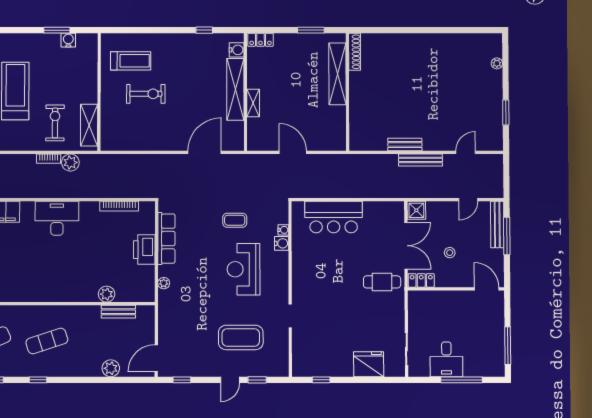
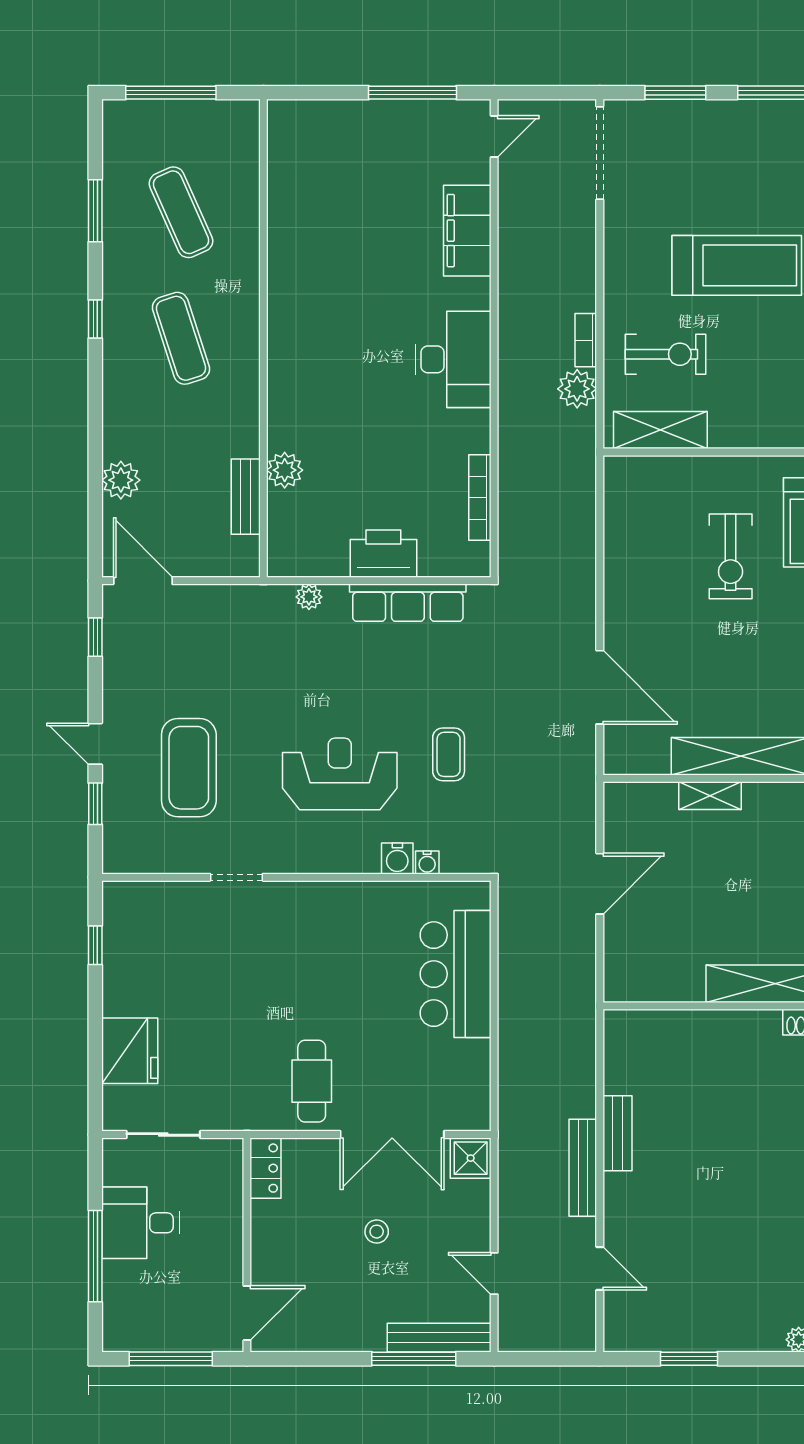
locker: (421, 280) -> (266, 1168), moved
wall: (456, 289) -> (247, 1245), moved
door: (487, 289) -> (247, 1313), moved

